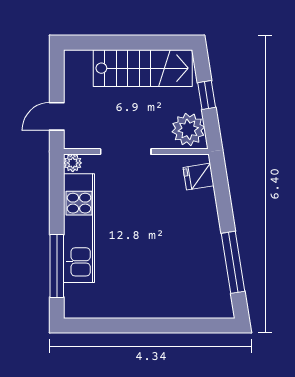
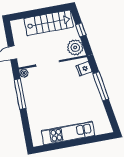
kitchen unit: (79, 228) -> (68, 133), moved, turned -90
window: (233, 262) -> (101, 86), moved
window: (57, 266) -> (20, 94), moved

